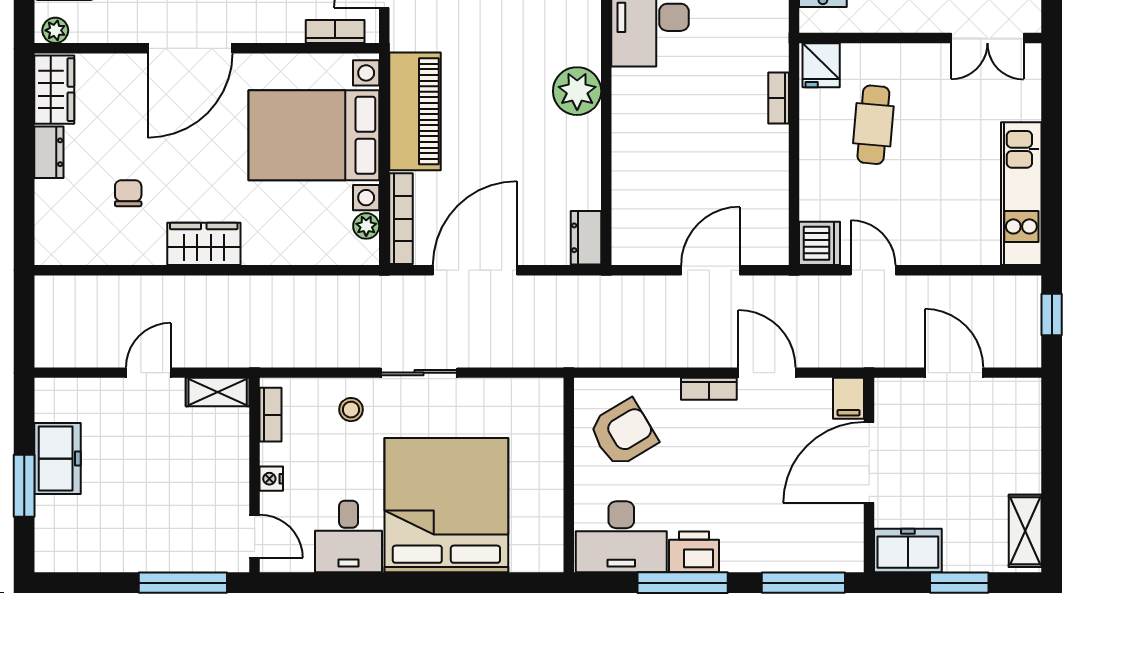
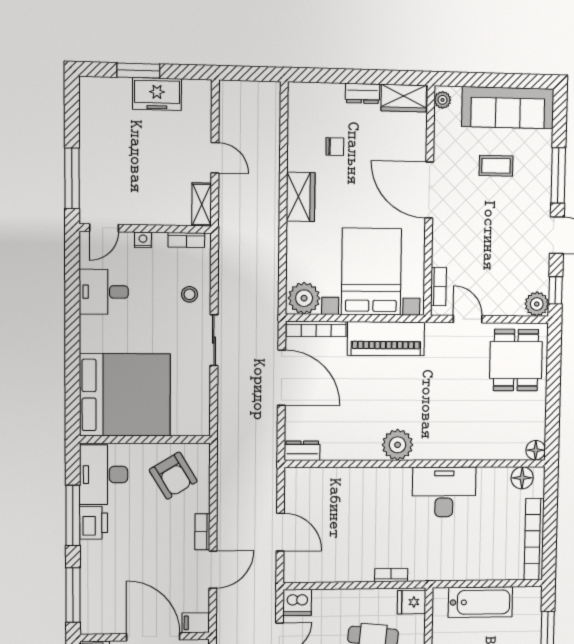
plant: (366, 226) -> (304, 298), width x1.88, depth x1.88
bed: (446, 505) -> (125, 395), moved

